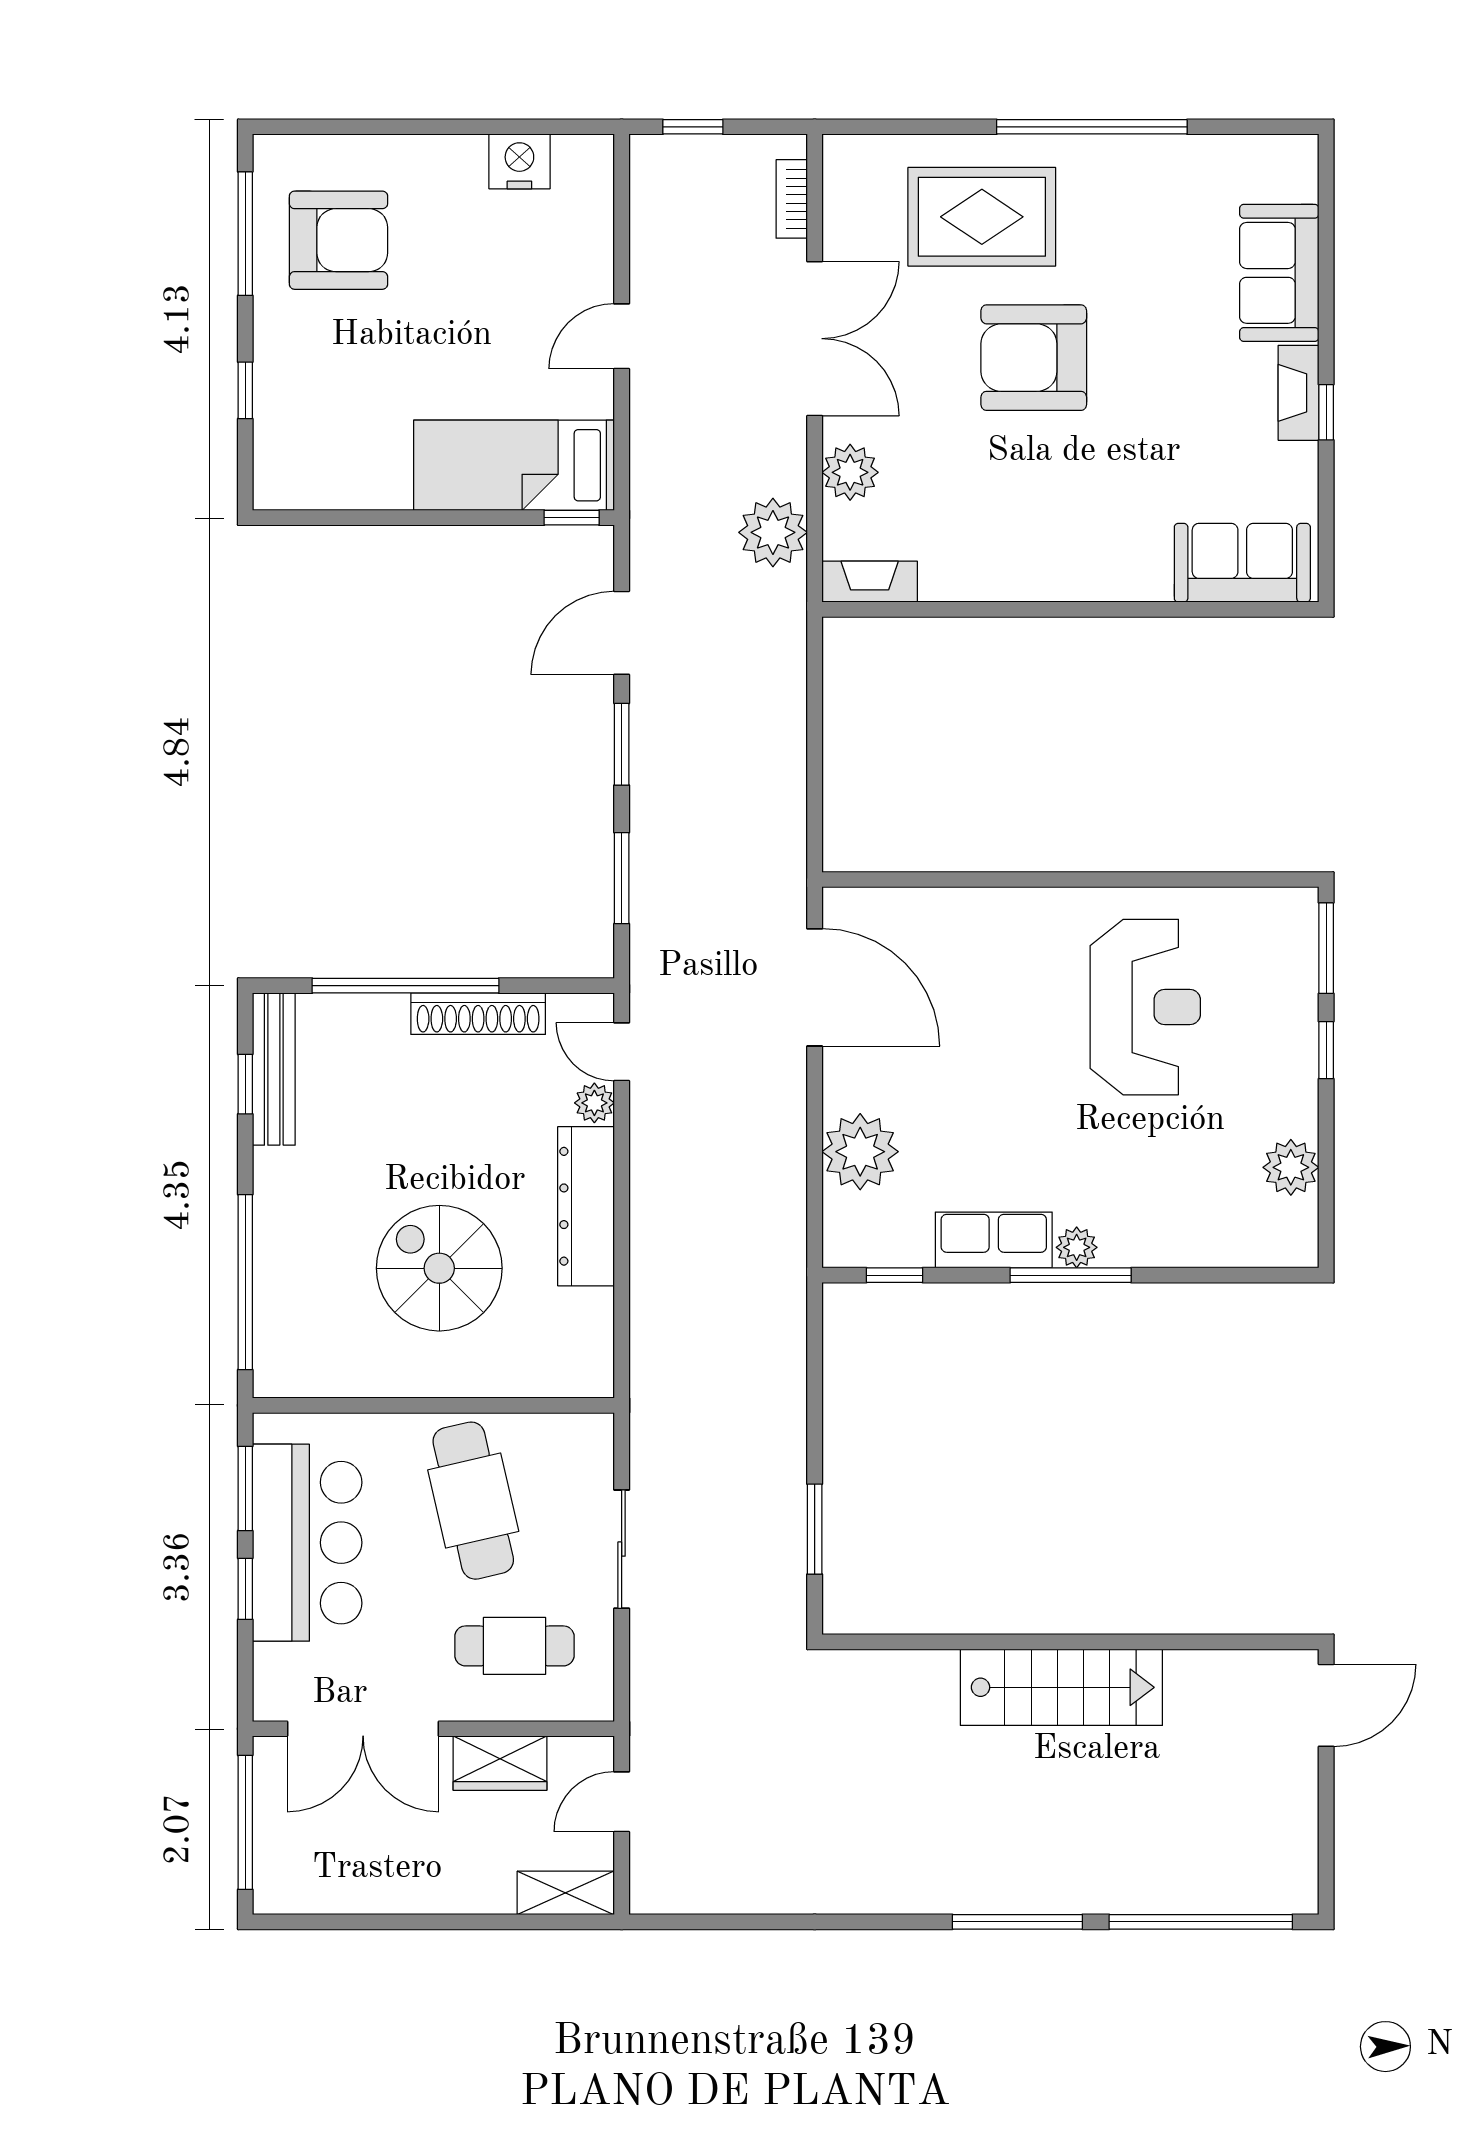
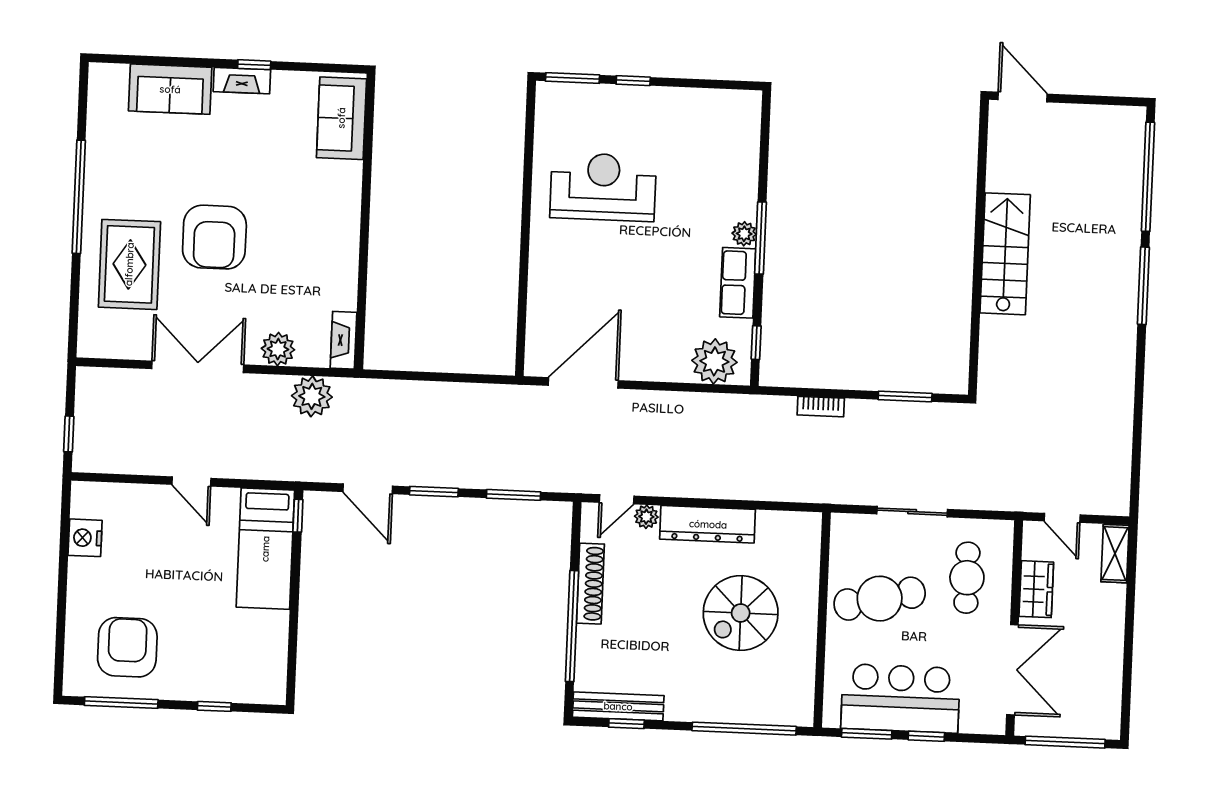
bookcase: (792, 199) -> (821, 407), moved
plant: (860, 1152) -> (714, 361), moved
plant: (1291, 1167) -> (702, 104), removed

